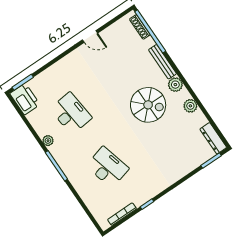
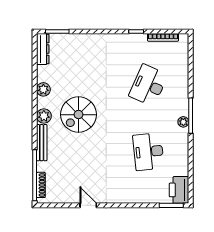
spiral stairs: (148, 105) -> (78, 115), turned -90
plant: (48, 141) -> (183, 122), moved
desk: (107, 167) -> (148, 85), turned 39

